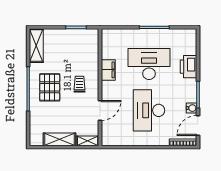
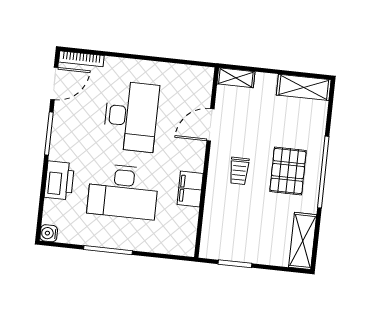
water cooler: (192, 108) -> (49, 233), moved
shelving: (59, 139) -> (304, 87), moved

